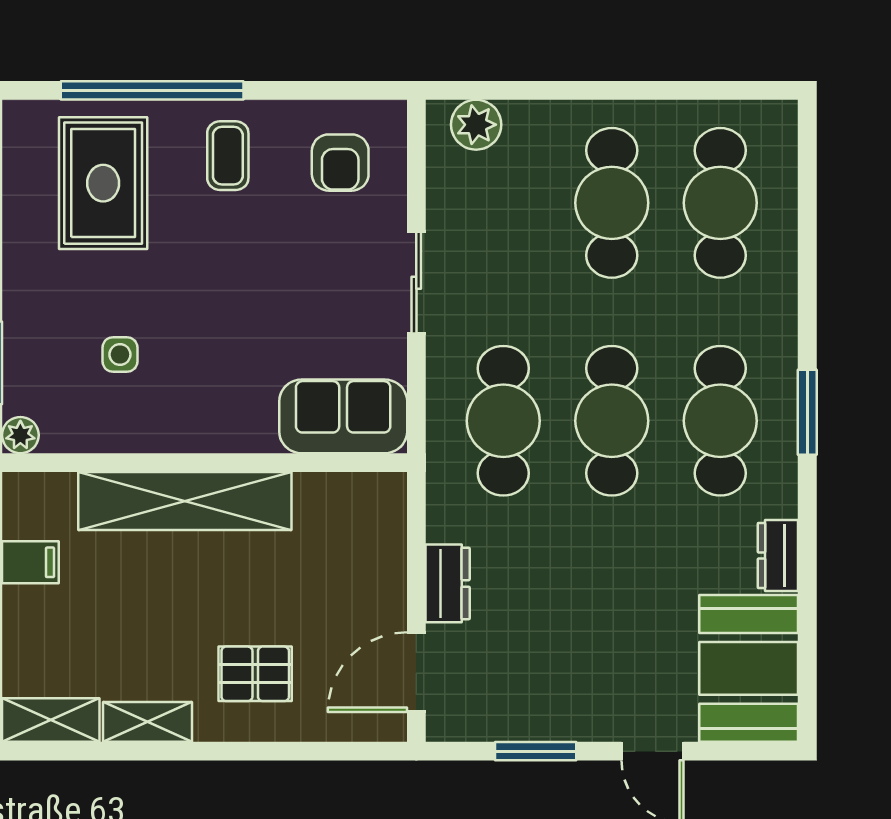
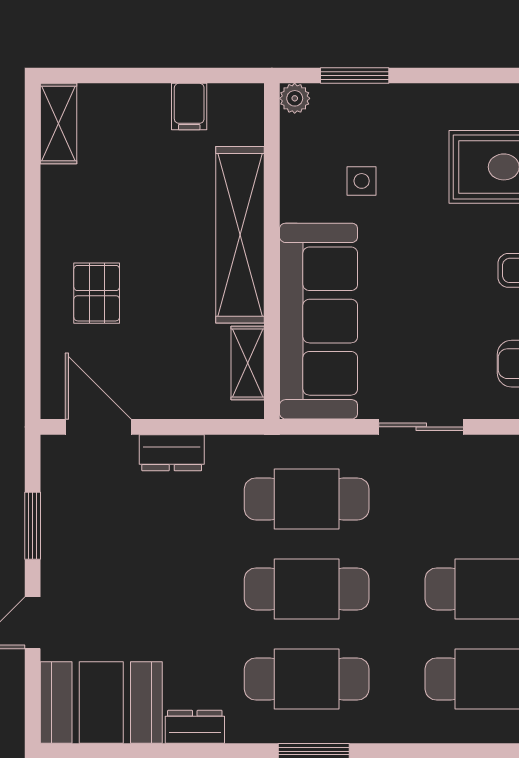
sofa: (343, 416) -> (319, 321), width x1.85, depth x1.27
shelving: (148, 722) -> (248, 363), moved

